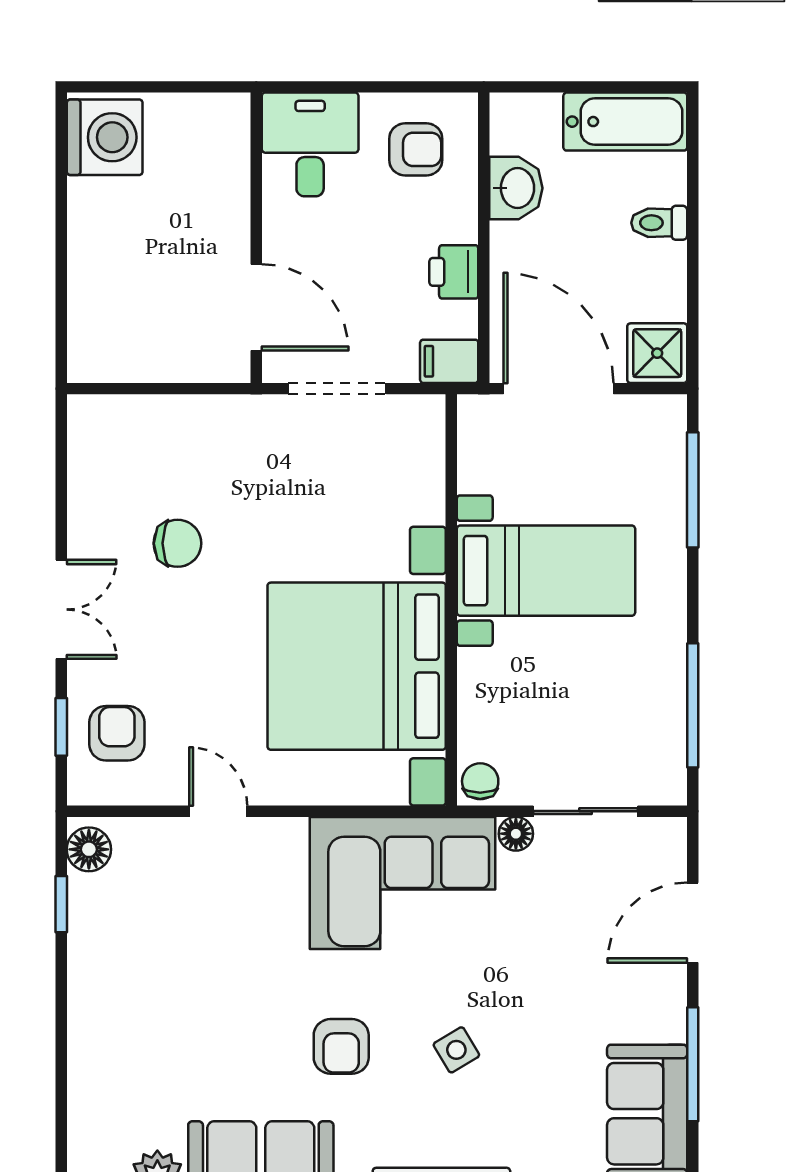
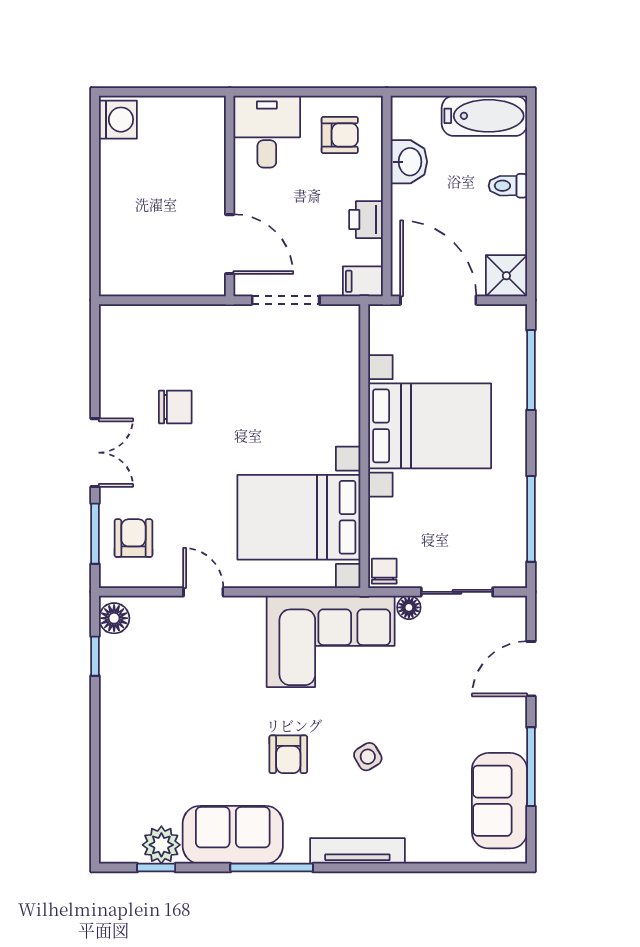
washing machine: (105, 137) -> (118, 120), width x0.73, depth x0.73
bed with nightstands: (546, 571) -> (430, 426), width x1.36
bed with nightstands: (357, 666) -> (299, 517), width x0.73
window: (61, 727) -> (95, 534), width x1.50

